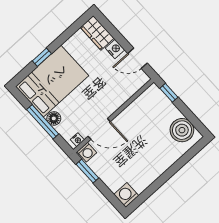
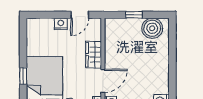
wardrobe: (97, 33) -> (94, 55), moved, turned 90
window: (169, 93) -> (134, 15), moved

